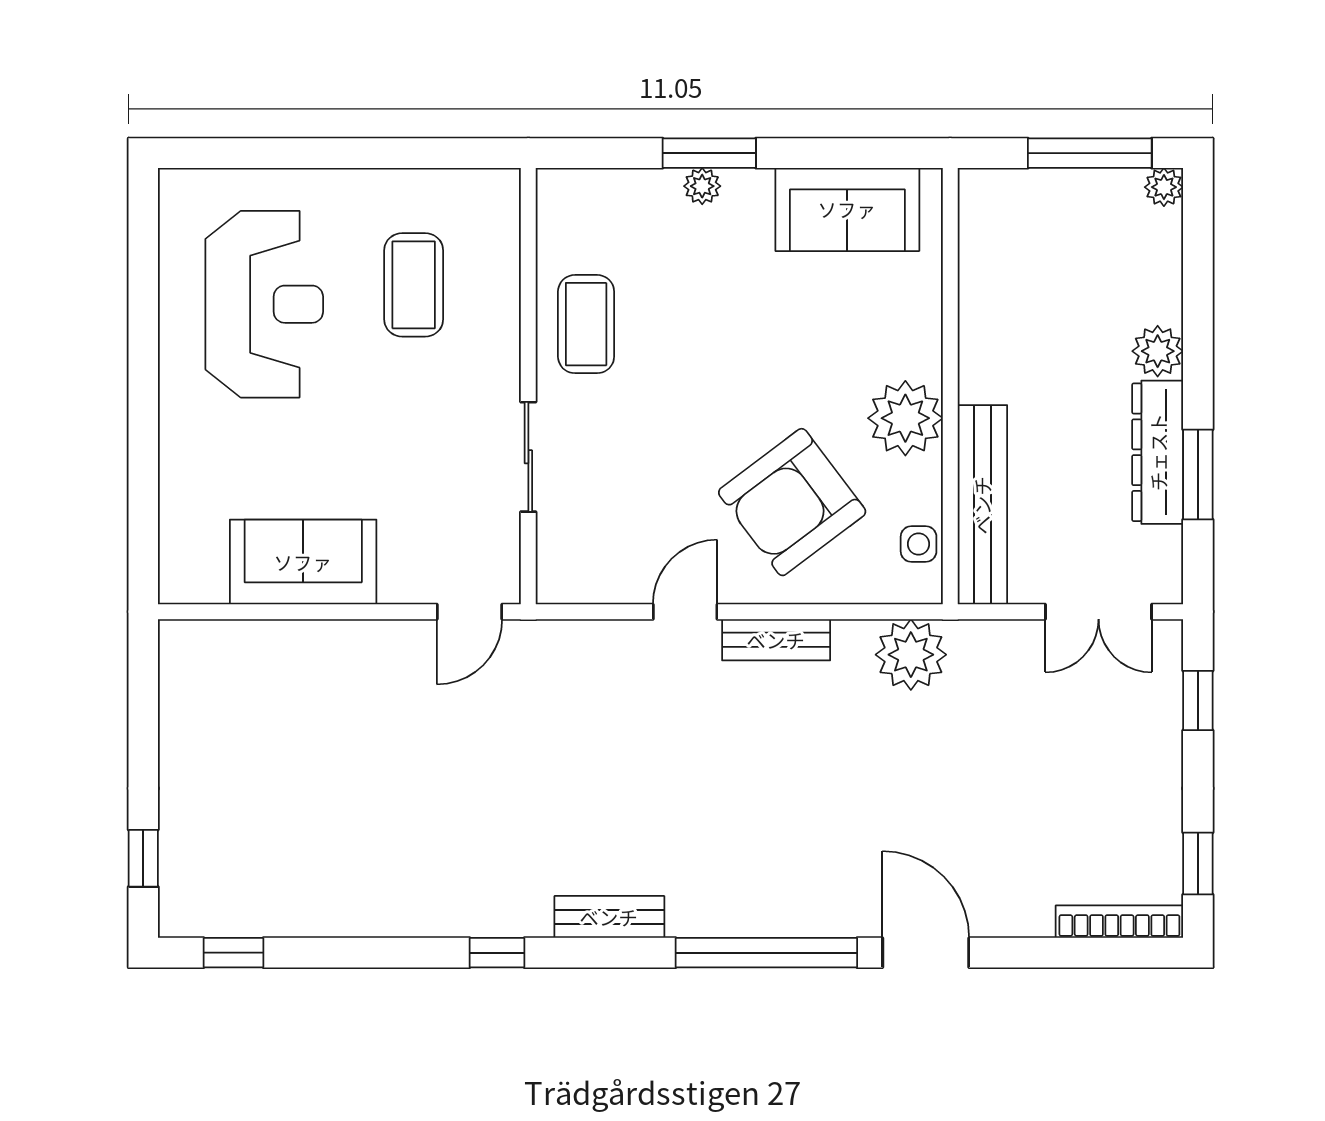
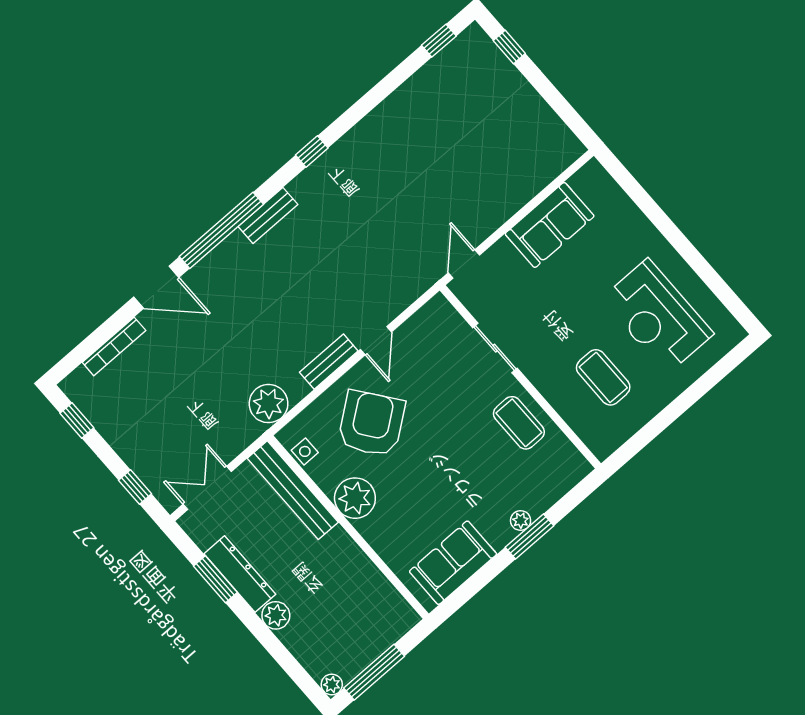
bench: (609, 917) -> (268, 215), moved
bookcase: (1119, 922) -> (114, 346), moved
window: (497, 953) -> (312, 151), moved

